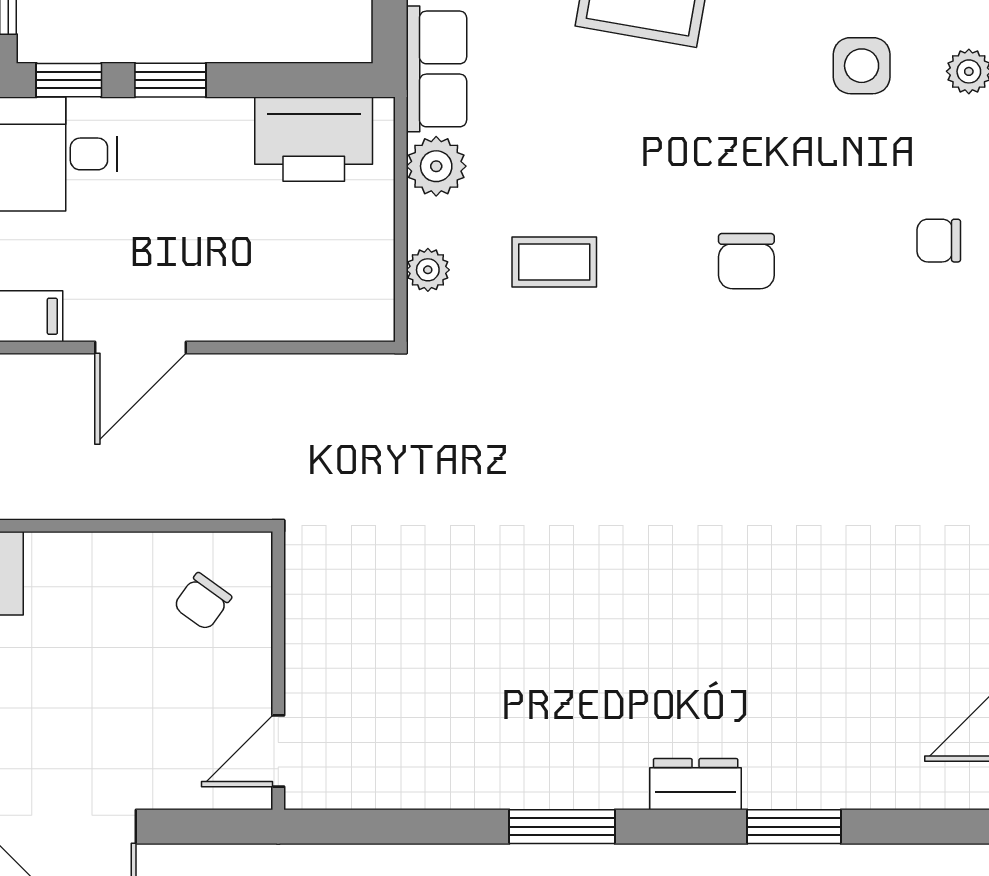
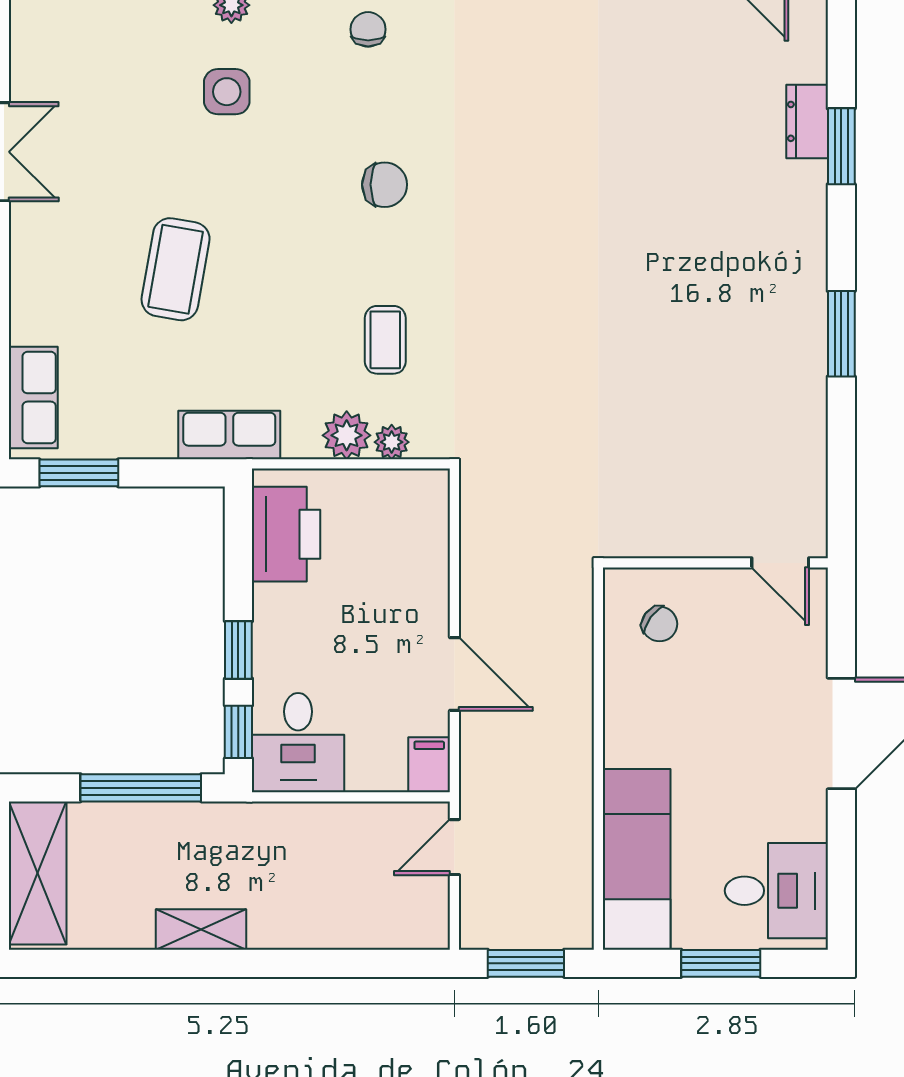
plant: (436, 166) -> (347, 435), moved
chair: (939, 241) -> (368, 29), turned 180
dresser: (696, 784) -> (807, 121), moved

